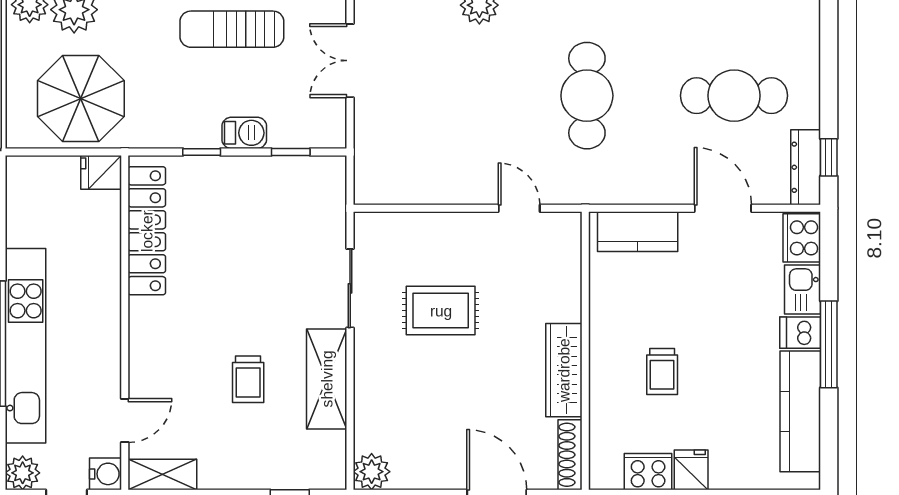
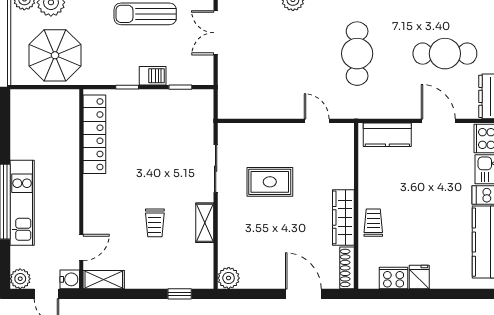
fridge: (101, 172) -> (67, 99), removed
kitchen unit: (26, 346) -> (22, 203), width x0.73
trolley: (662, 371) -> (373, 223), moved, turned 180
shelving: (327, 379) -> (205, 223), width x0.67, depth x0.75

